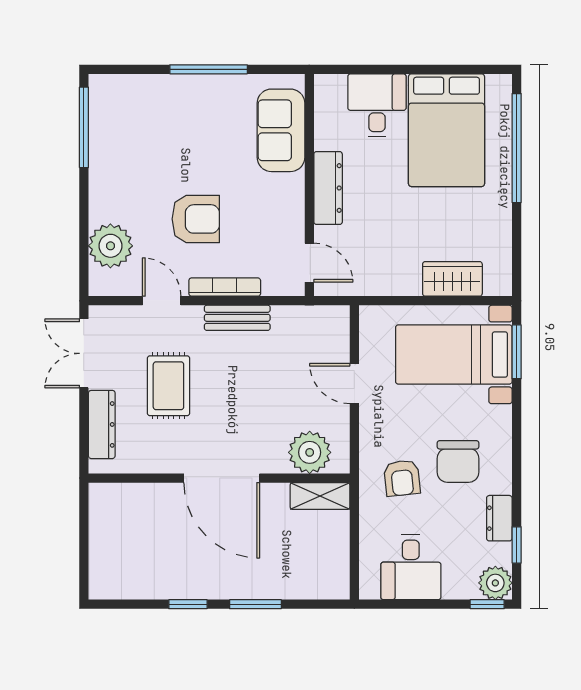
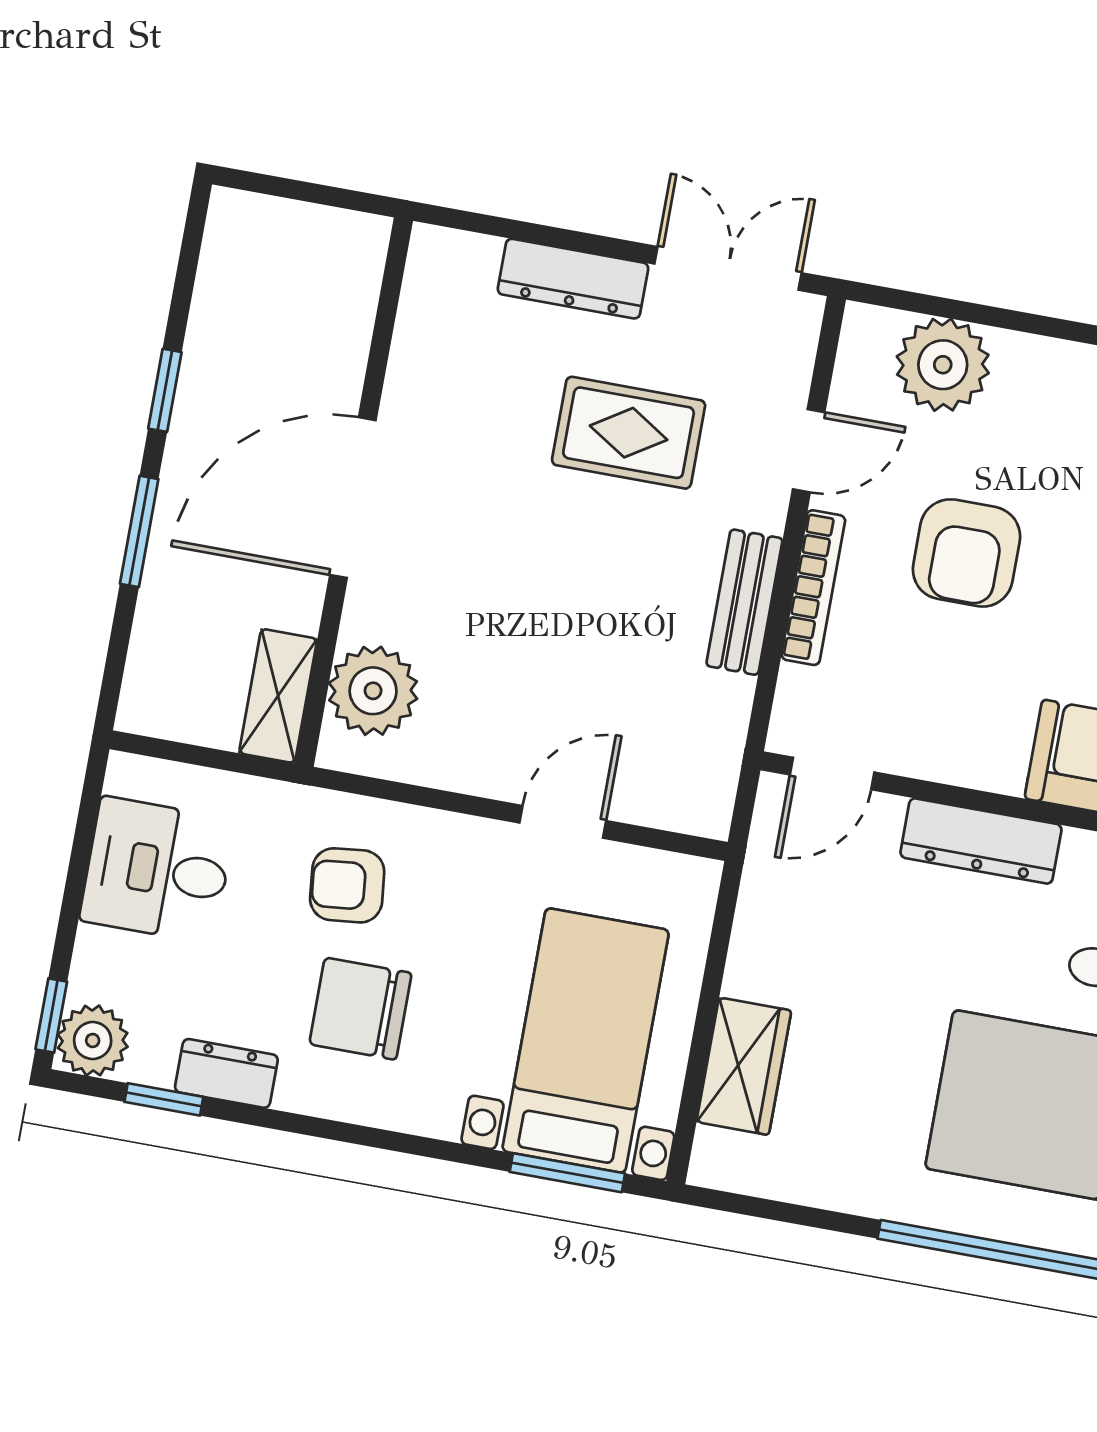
plant: (310, 452) -> (373, 691), moved
wall: (219, 478) -> (354, 492), moved
door: (222, 478) -> (353, 498), moved
shelving: (320, 496) -> (278, 696), moved

